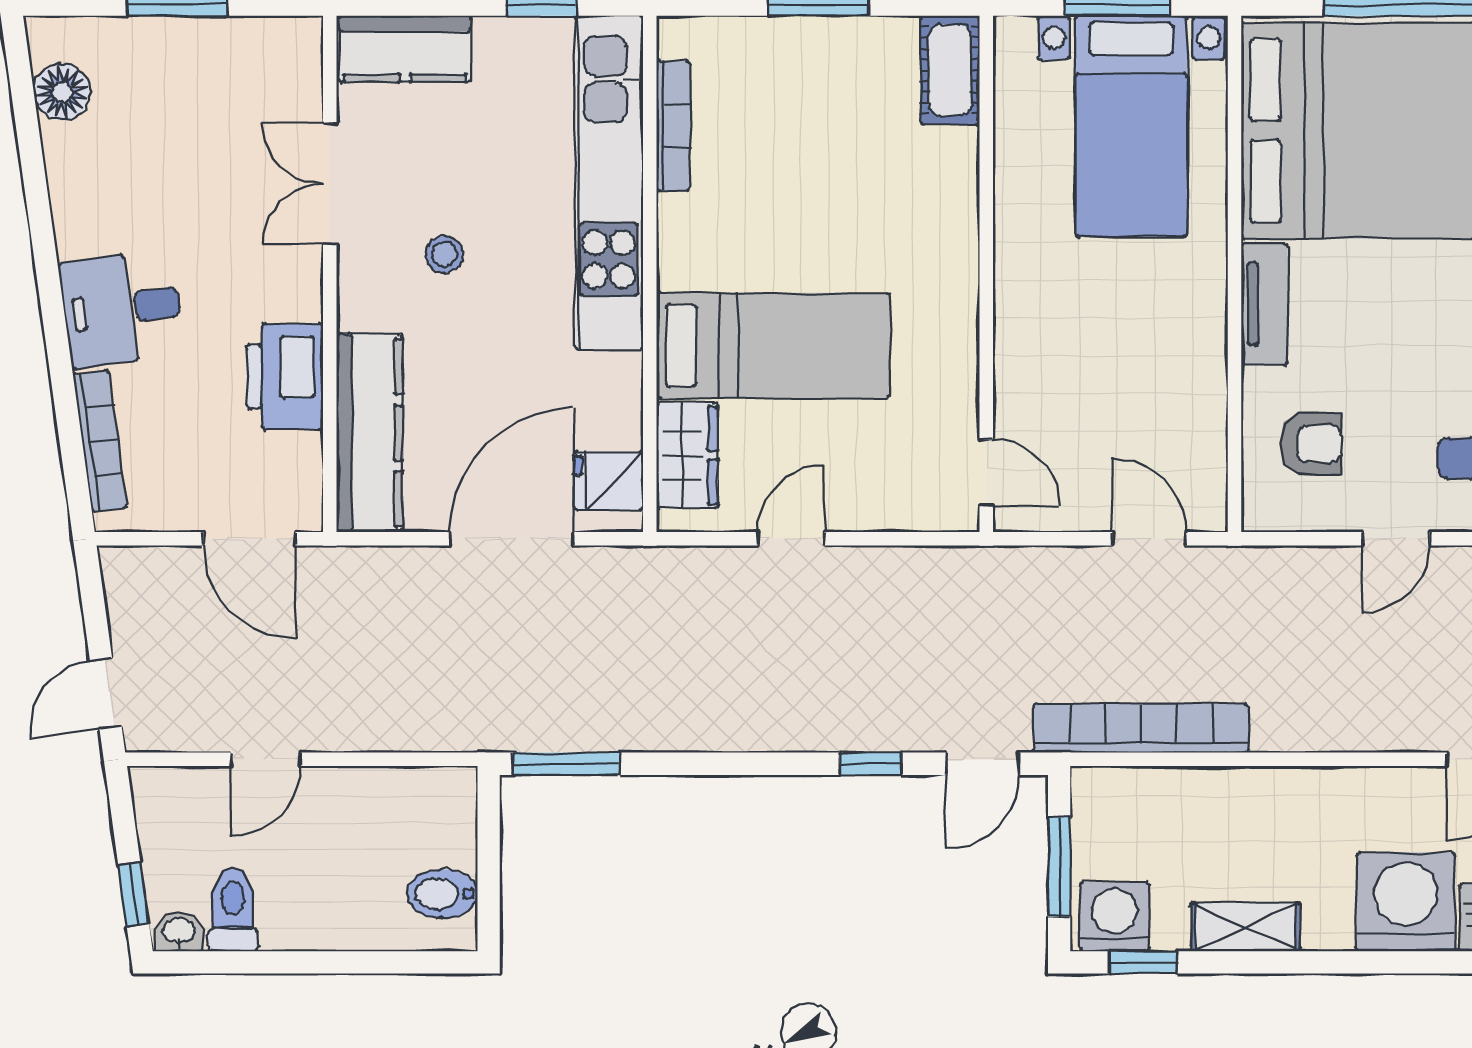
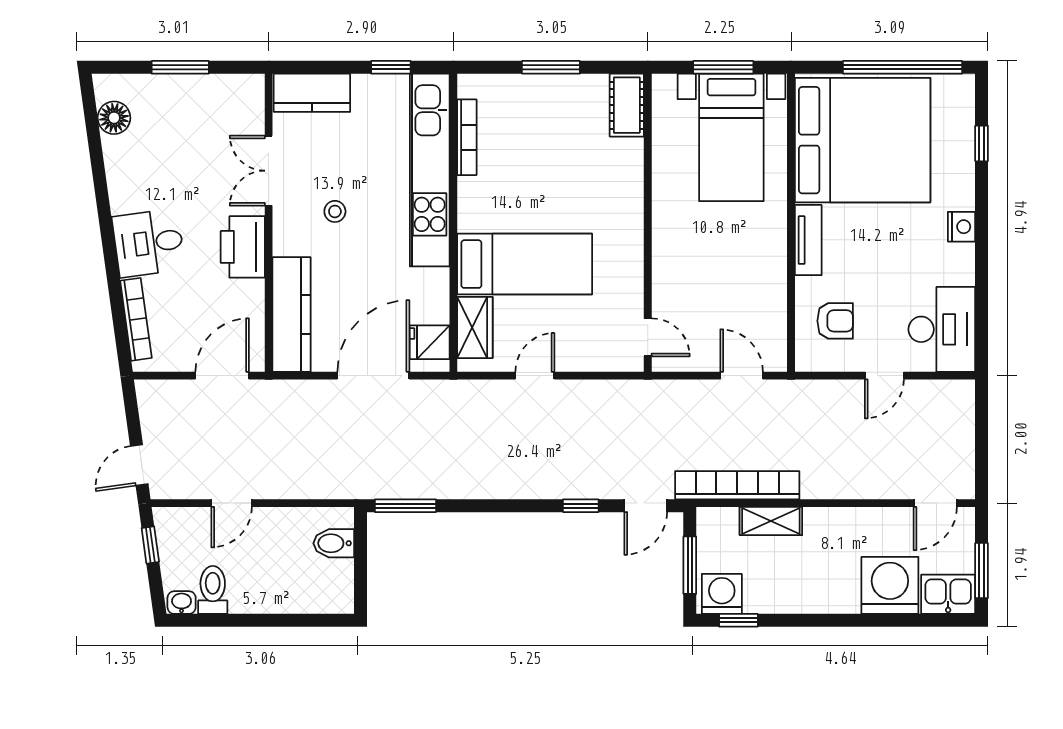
printer: (285, 377) -> (243, 247), moved
door: (249, 539) -> (222, 376), swing flipped
window: (134, 894) -> (150, 545), moved
bidet: (442, 894) -> (334, 543), moved
shelving: (1245, 927) -> (771, 521), moved

